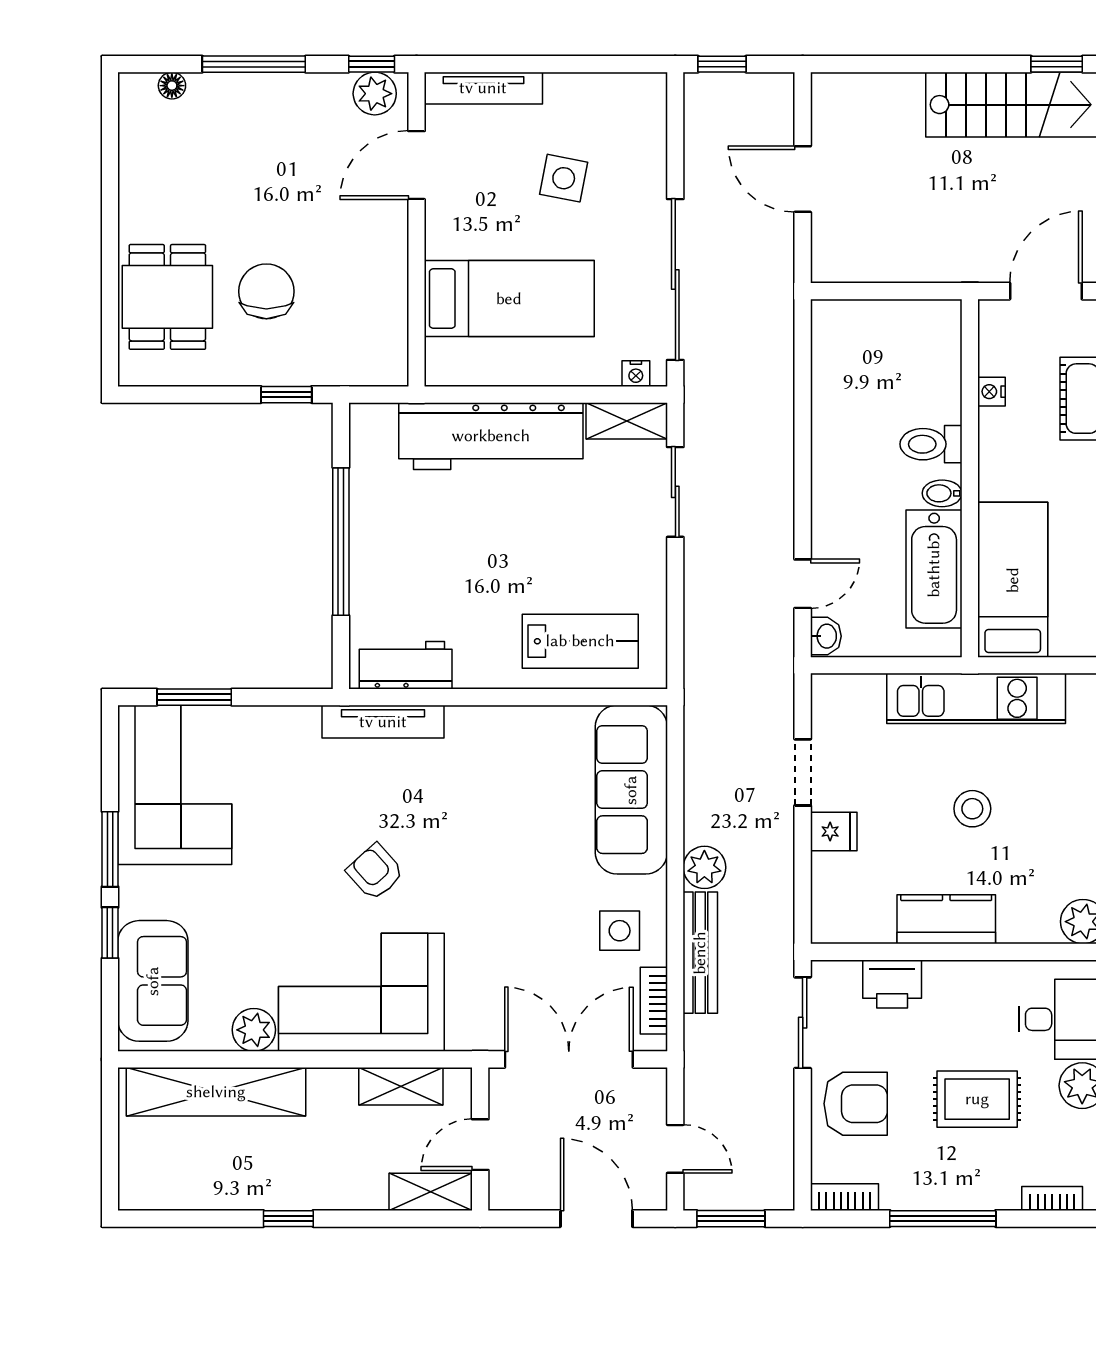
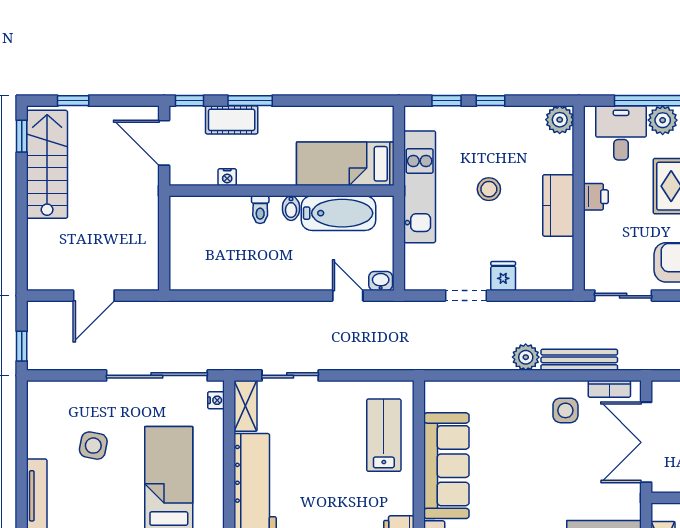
toilet: (931, 444) -> (260, 210), width x0.73, depth x0.72
sofa: (631, 790) -> (446, 466), moved, turned -90
printer: (892, 984) -> (596, 197), moved, width x0.73, depth x0.81

